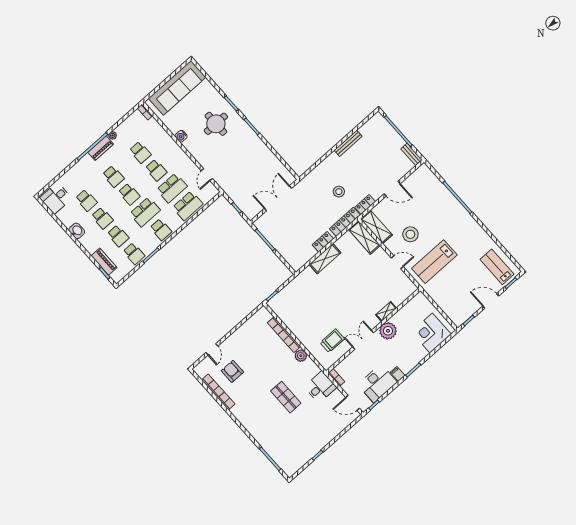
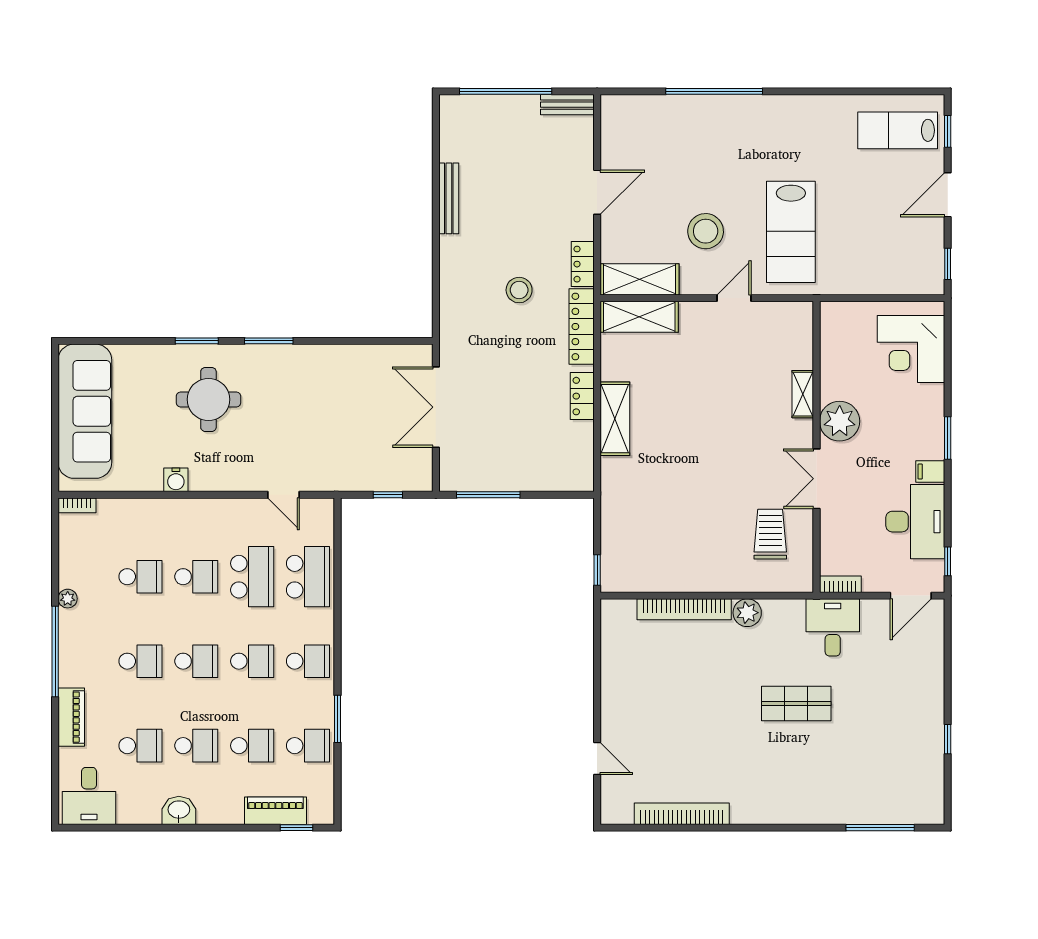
piano: (101, 148) -> (71, 717), moved
school desk: (145, 212) -> (252, 661), width x0.54
armchair: (232, 371) -> (668, 757), removed

